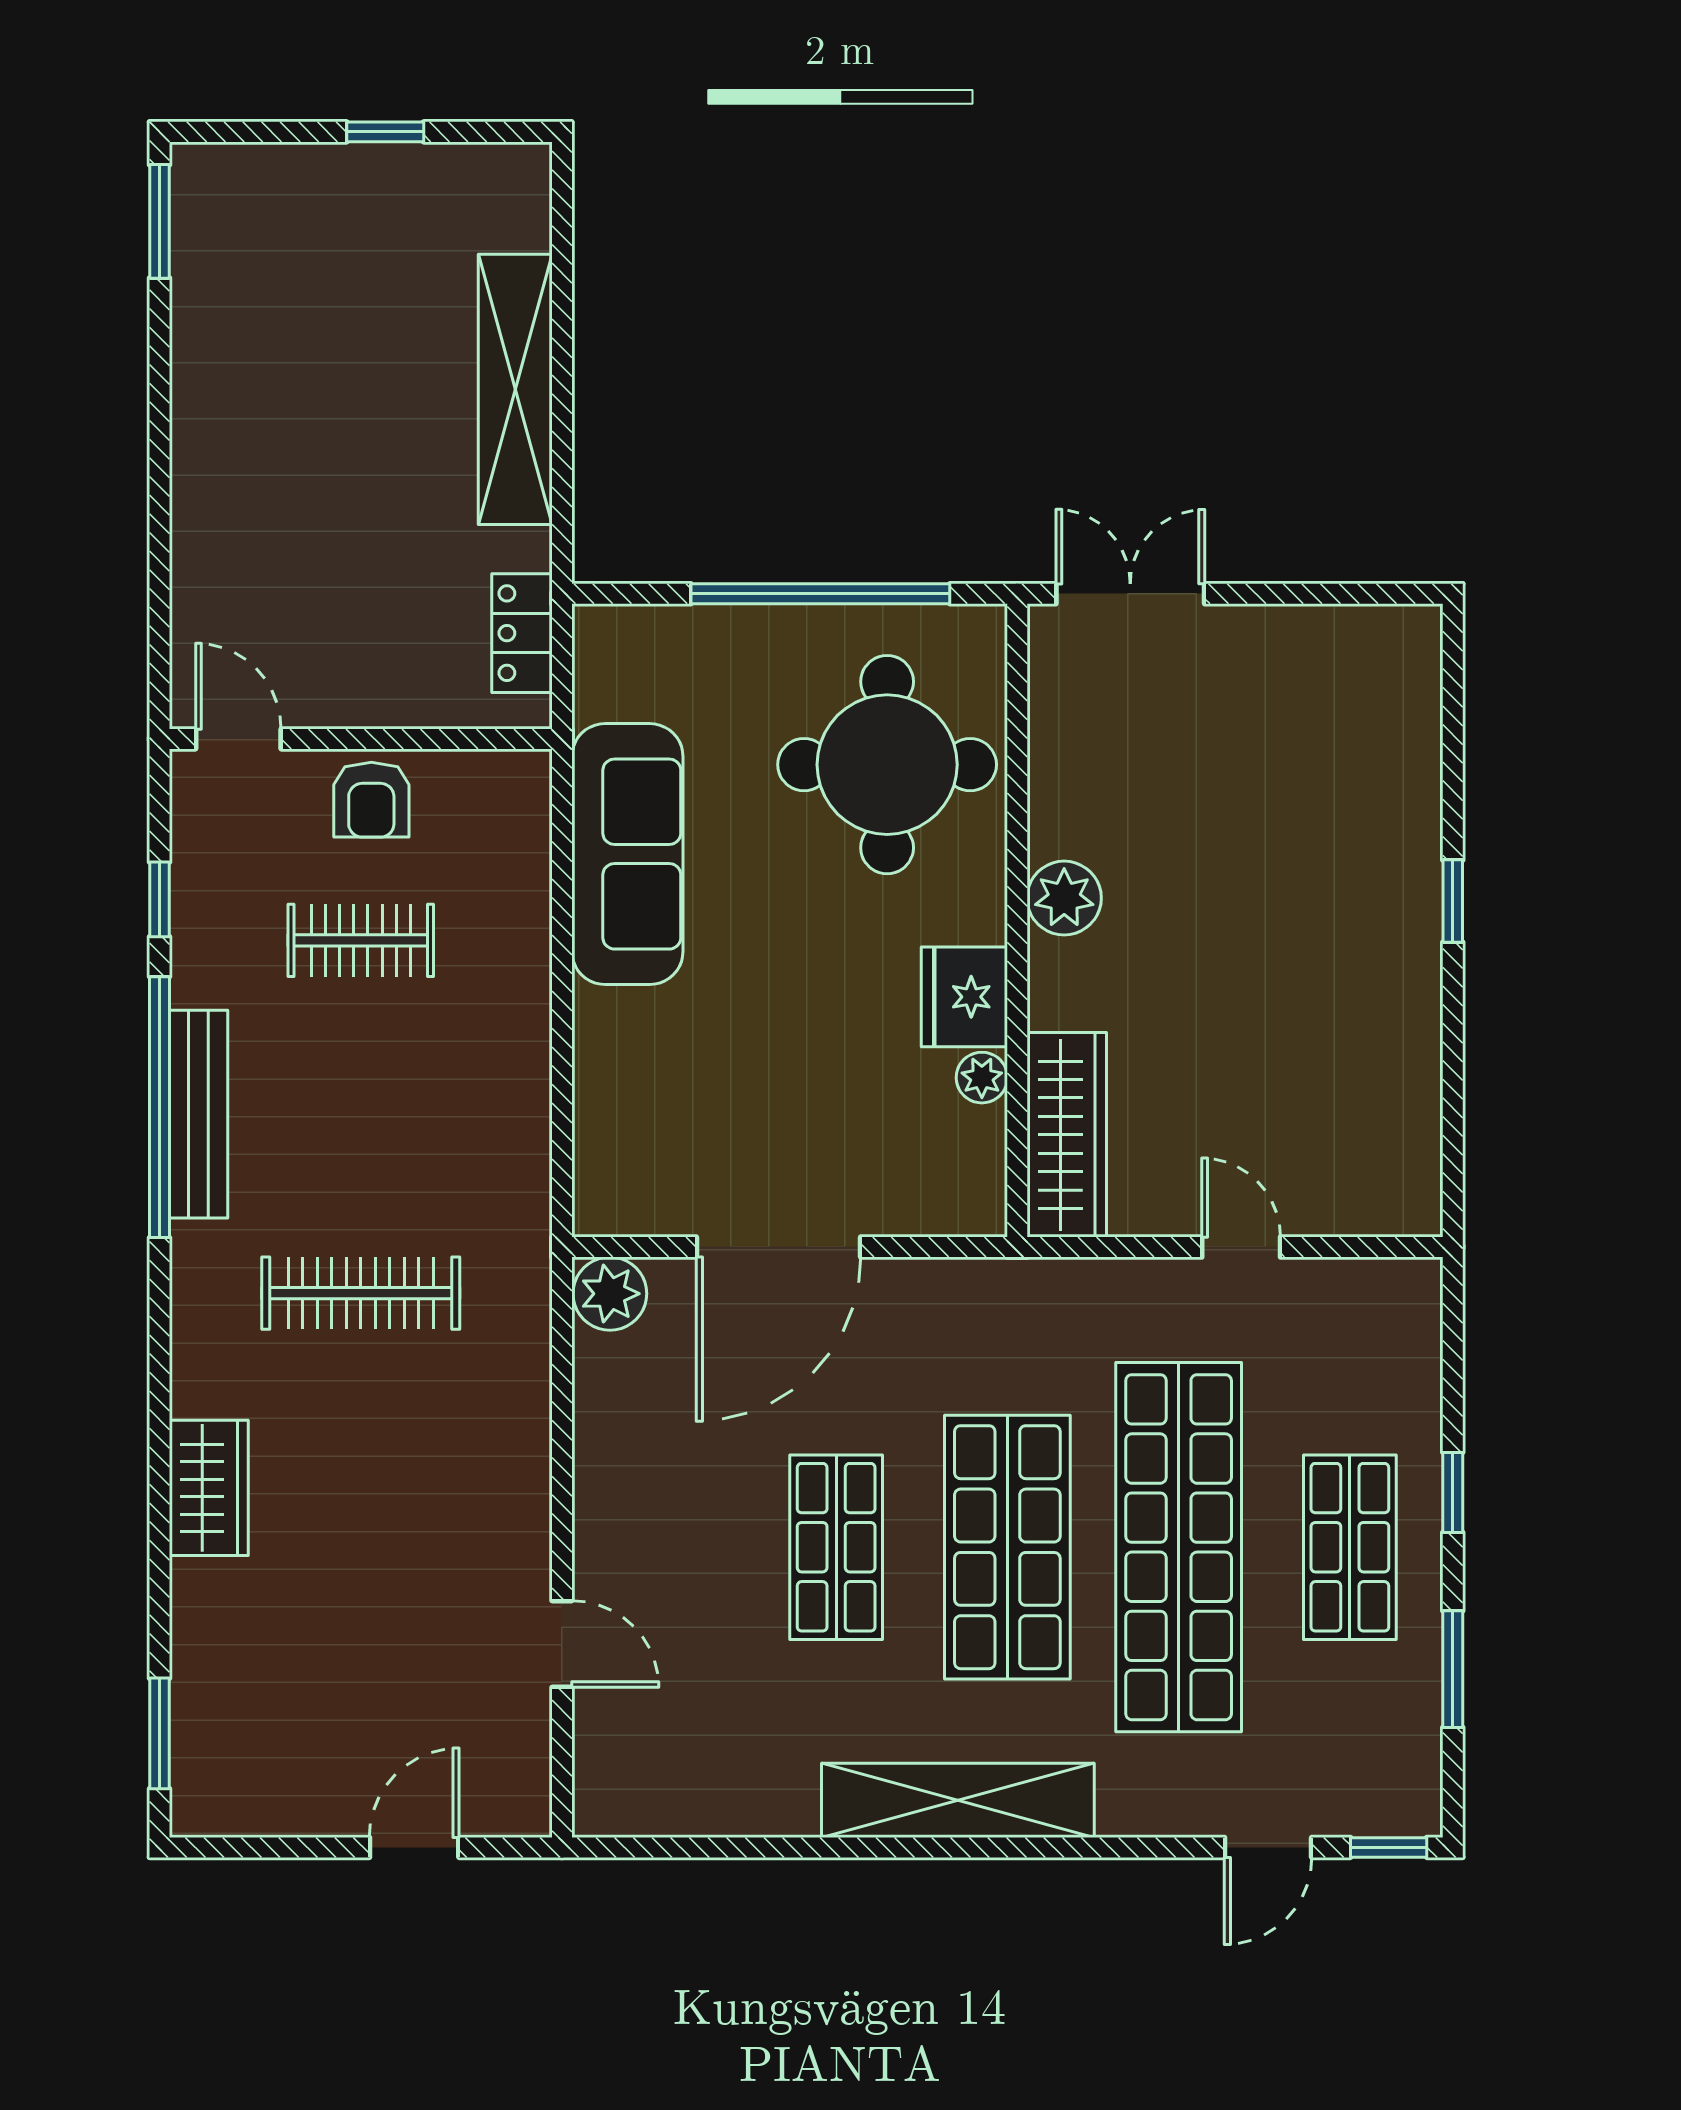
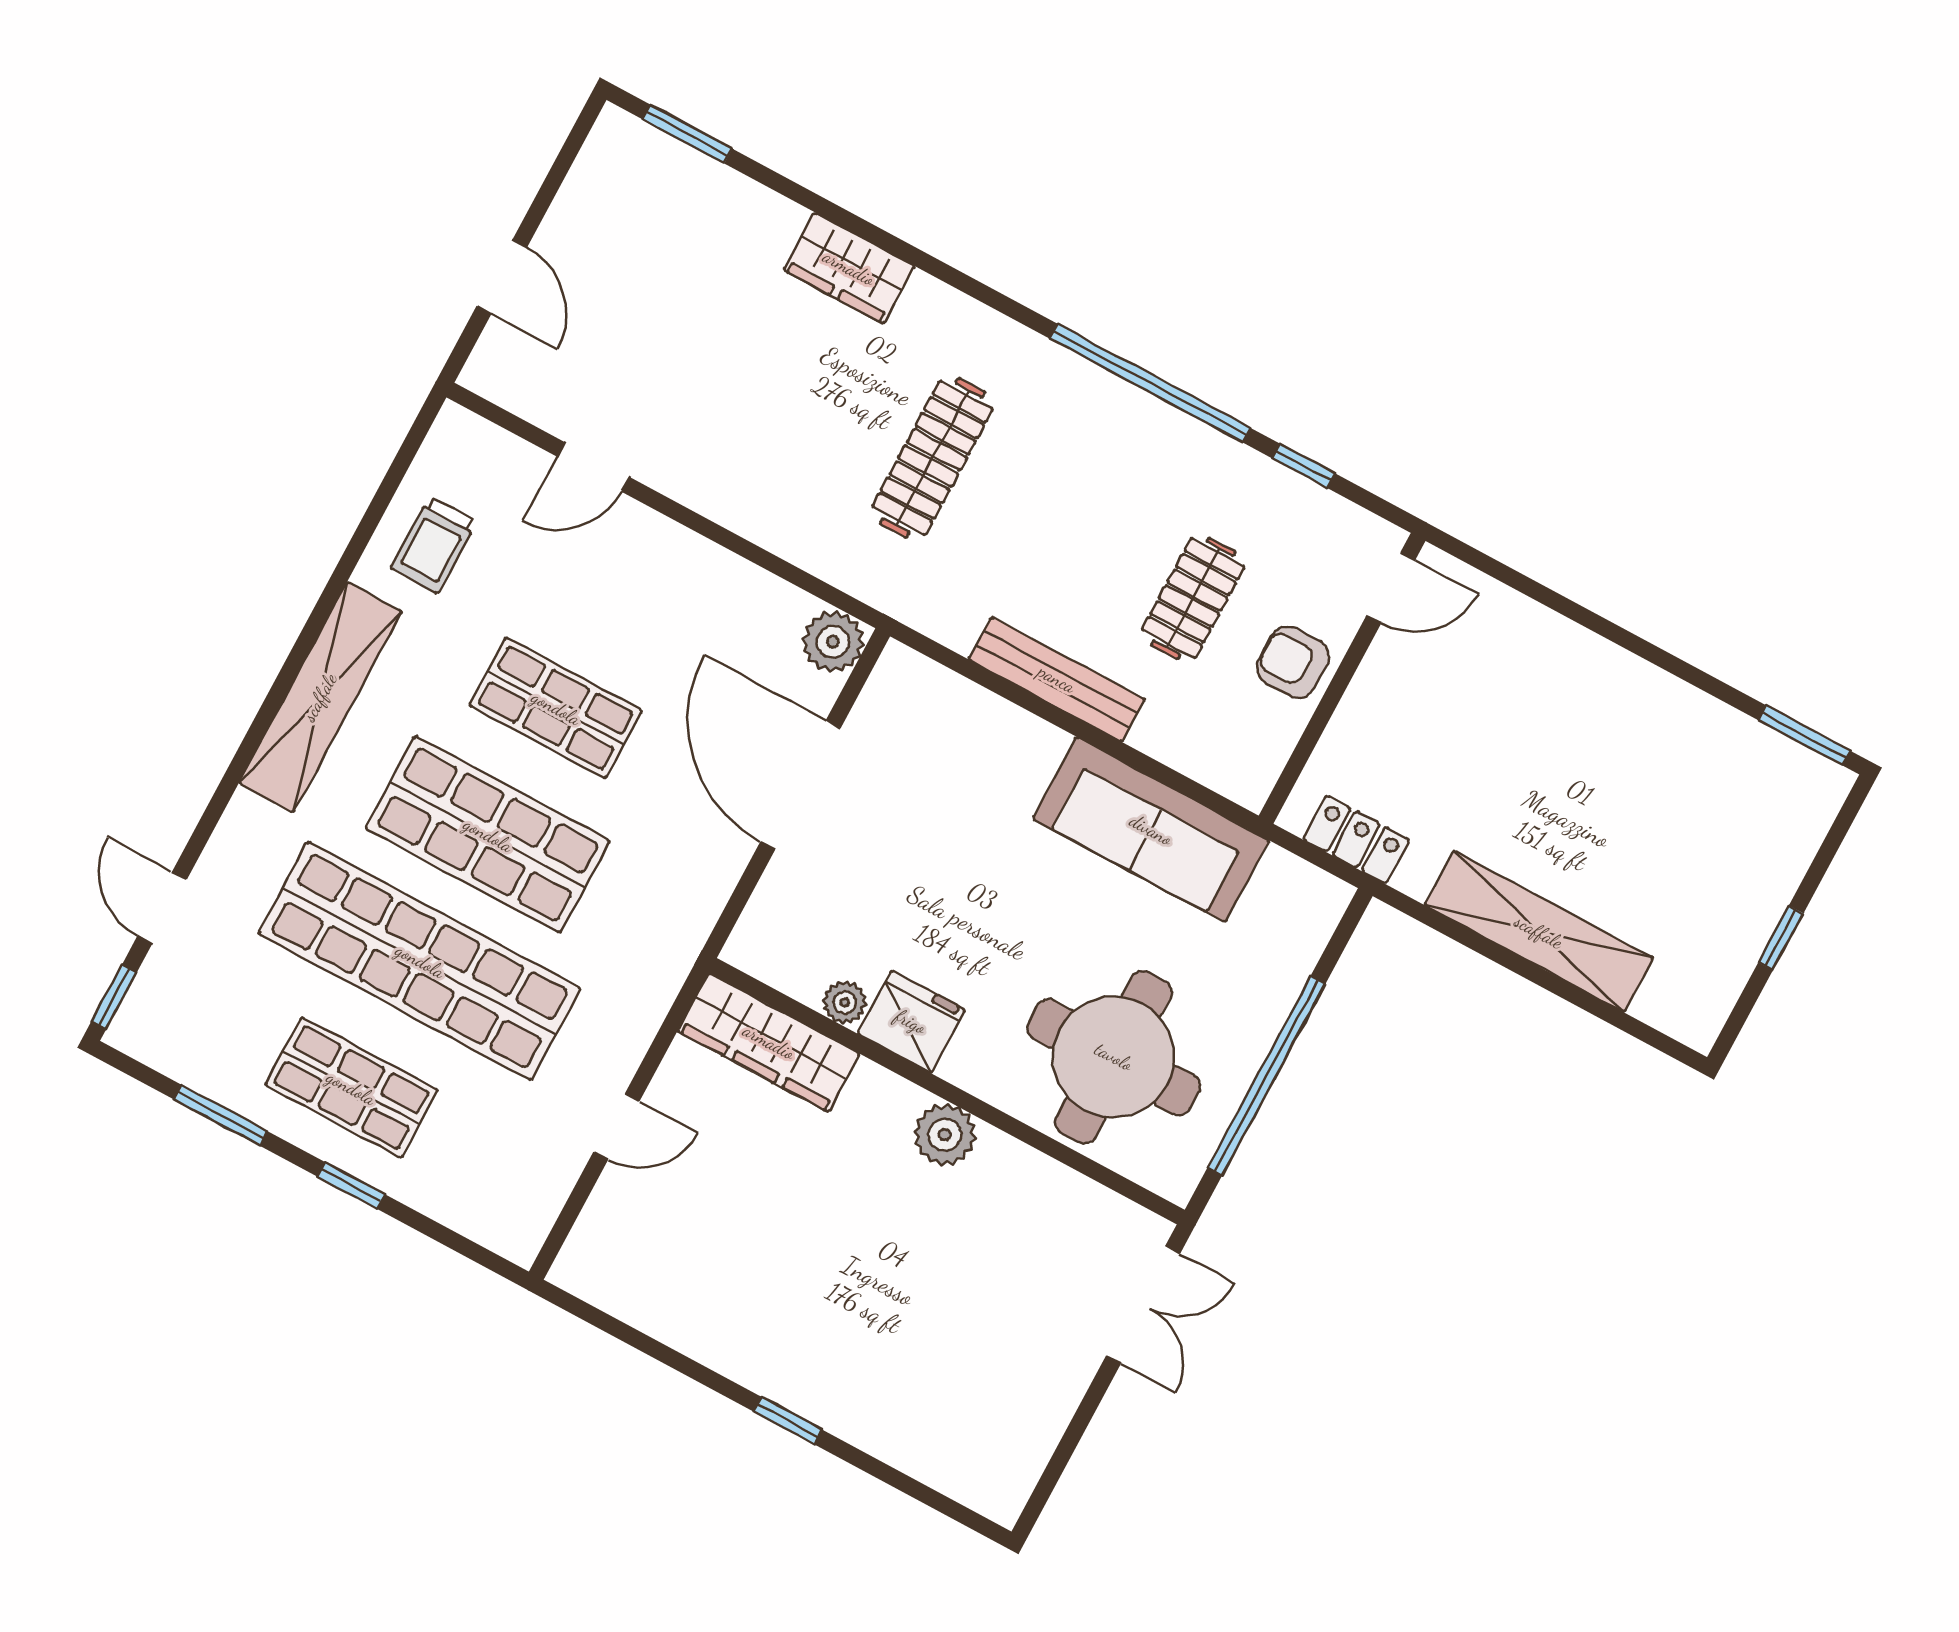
bench: (198, 1114) -> (1057, 679), moved
trolley: (734, 1768) -> (434, 545), added

